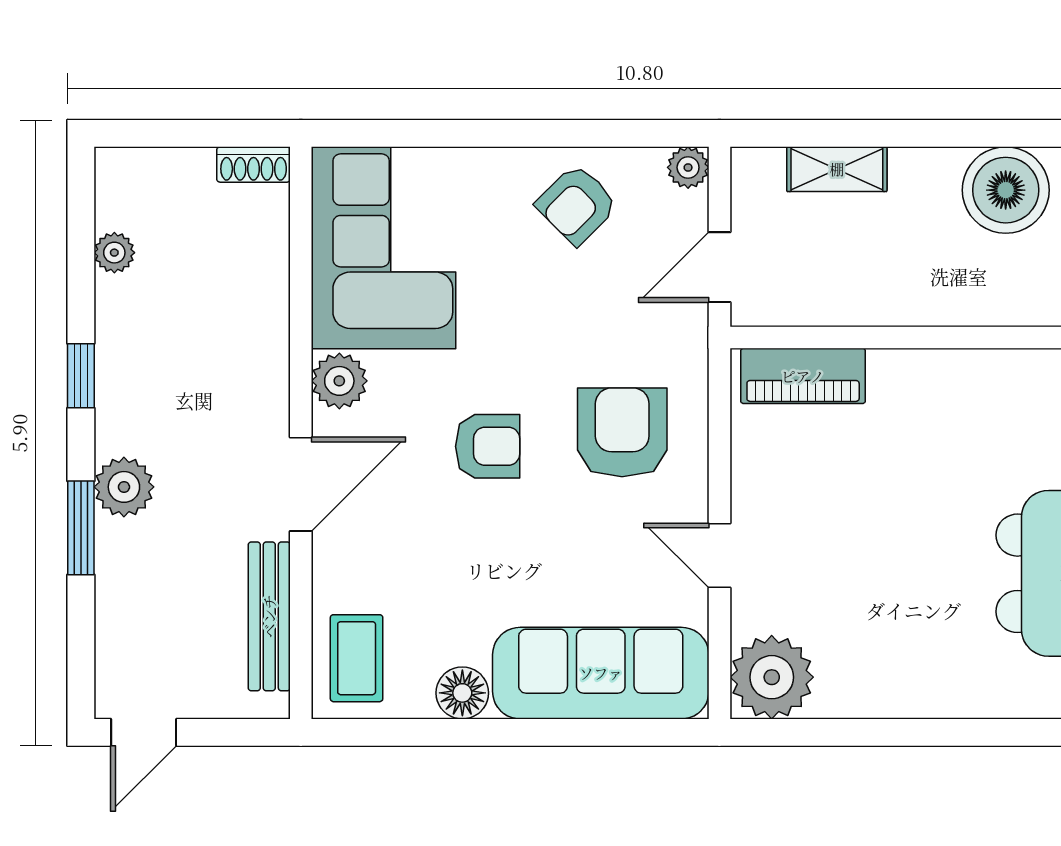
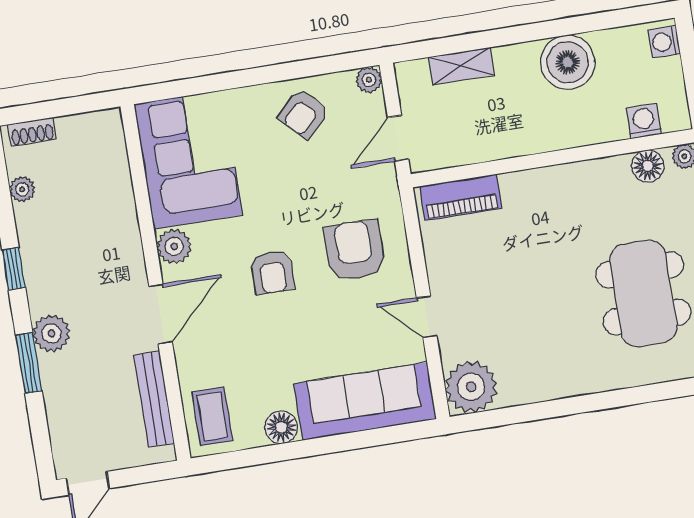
shoe rack: (254, 165) -> (32, 132), moved
armchair: (488, 446) -> (272, 272), turned 90

